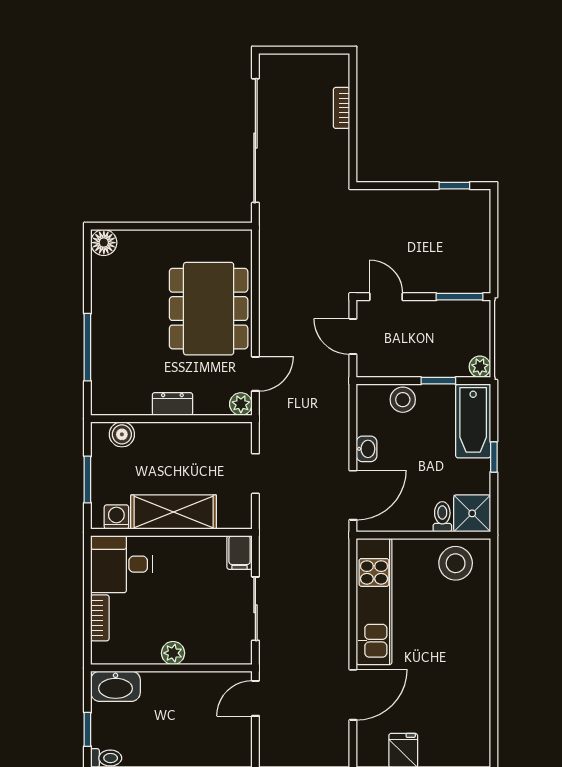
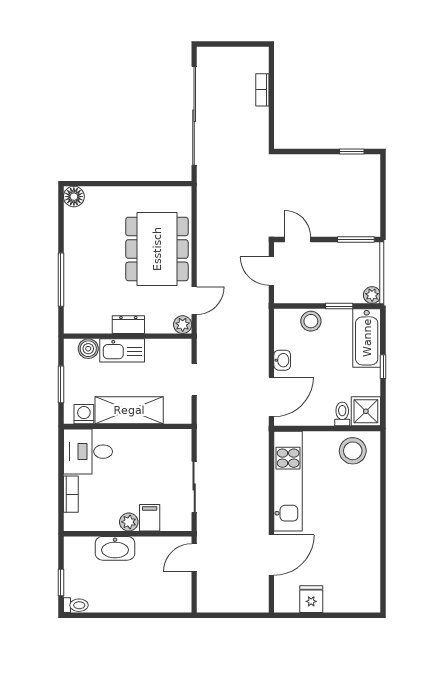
kitchen sink: (165, 437) -> (122, 350), added
filing cabinet: (240, 552) -> (150, 518), moved, turned 180
washbasin: (116, 686) -> (115, 548), moved

